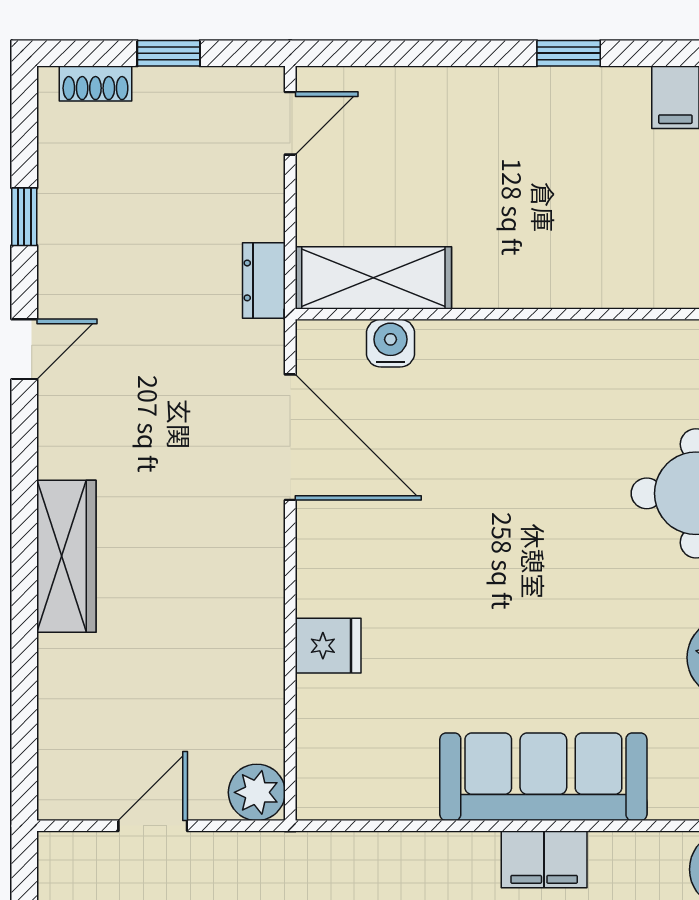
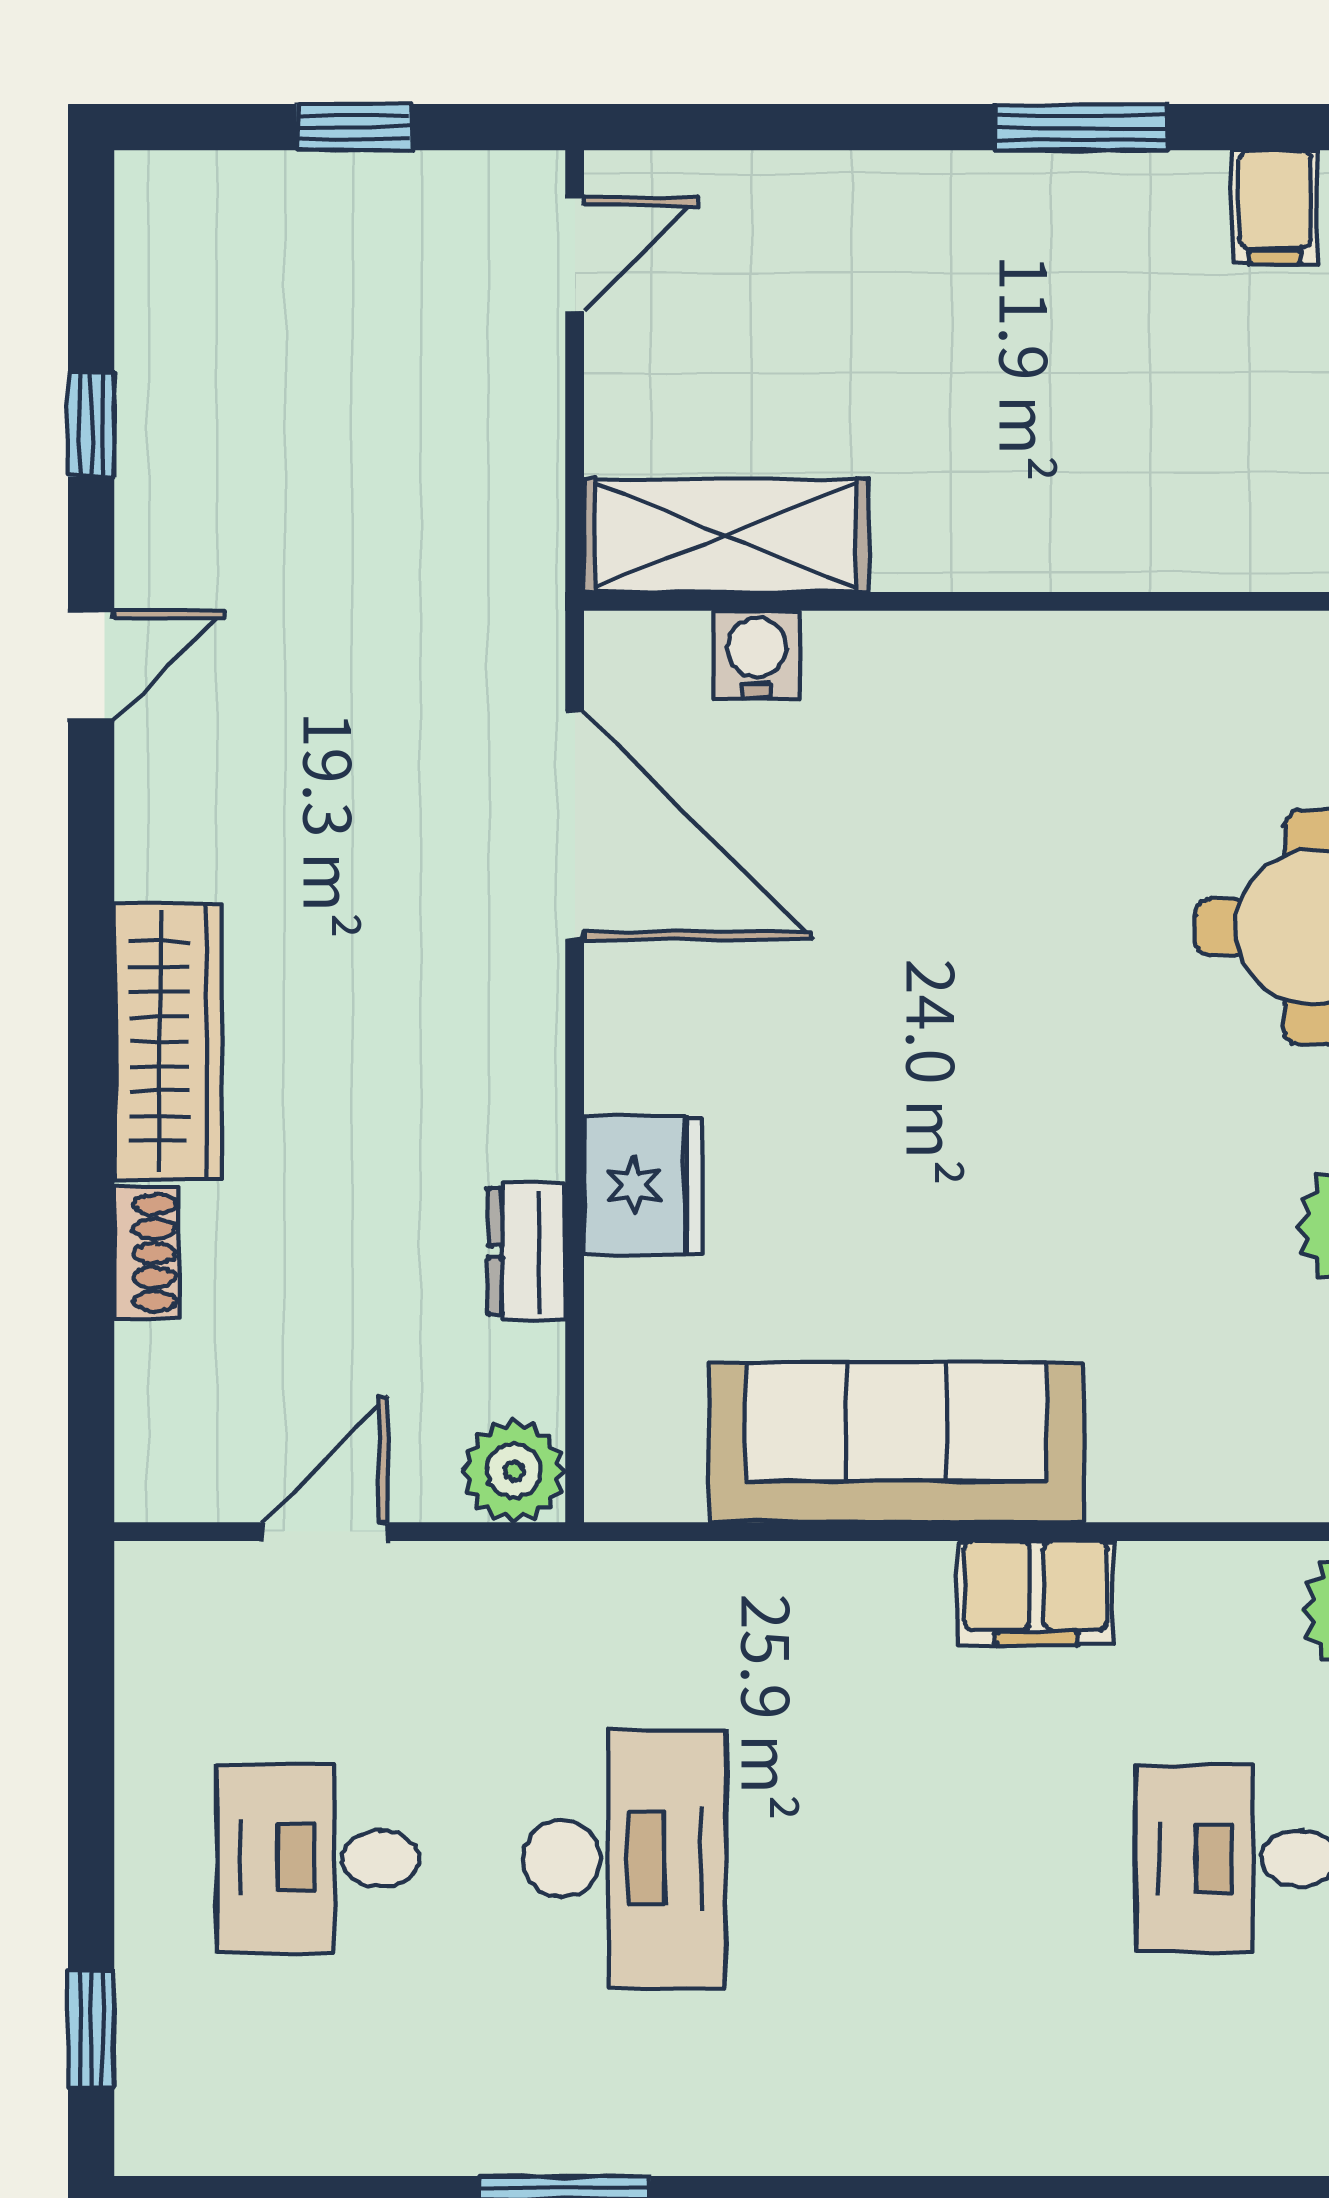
window: (569, 53) -> (1081, 127), width x1.50
shoe rack: (95, 83) -> (146, 1253), moved, turned -90
dresser: (264, 280) -> (527, 1251), moved
fridge: (328, 646) -> (643, 1185), width x1.38
sofa: (543, 777) -> (896, 1442), moved

